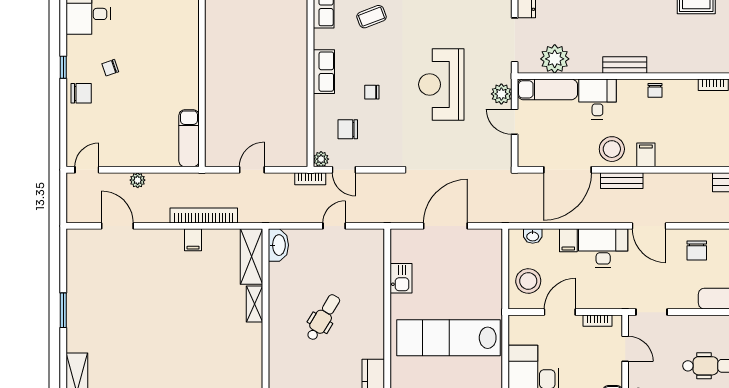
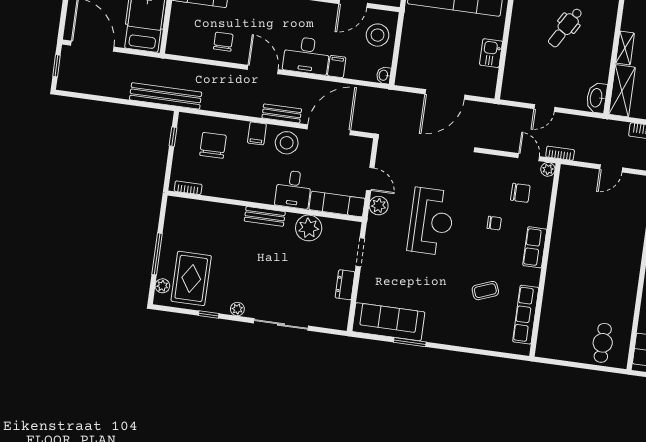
doorway: (515, 40) -> (360, 252), width x0.73
plant: (555, 59) -> (309, 228), moved
chair: (655, 90) -> (213, 145), moved, width x1.87, depth x1.87
washbasin: (533, 236) -> (384, 75), moved, turned -90

